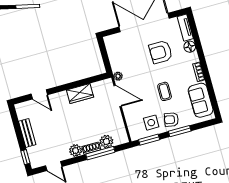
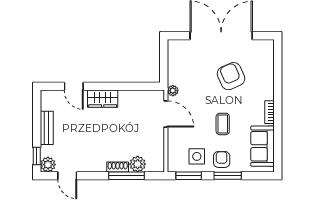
tv unit: (185, 28) -> (268, 55), removed
floor lamp: (190, 47) -> (267, 79), removed
armchair: (161, 52) -> (231, 76), turned 66
wardrobe: (80, 93) -> (103, 99), moved
armchair: (171, 120) -> (222, 159), turned 79
plant: (76, 150) -> (48, 165), moved

